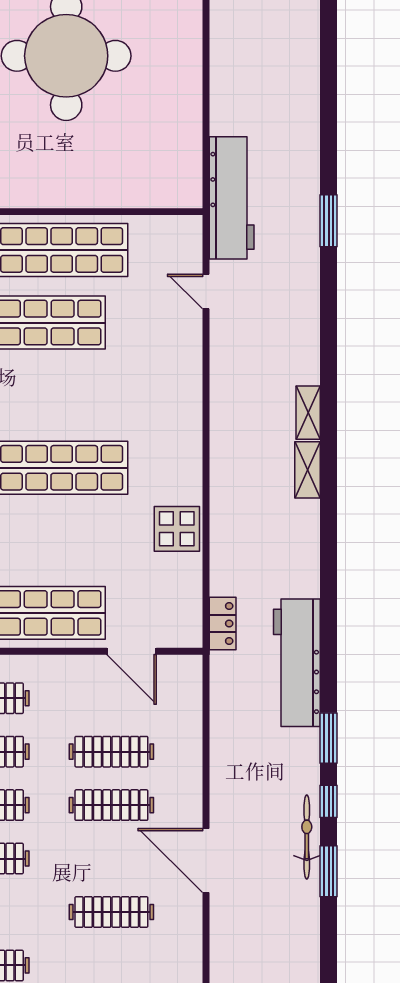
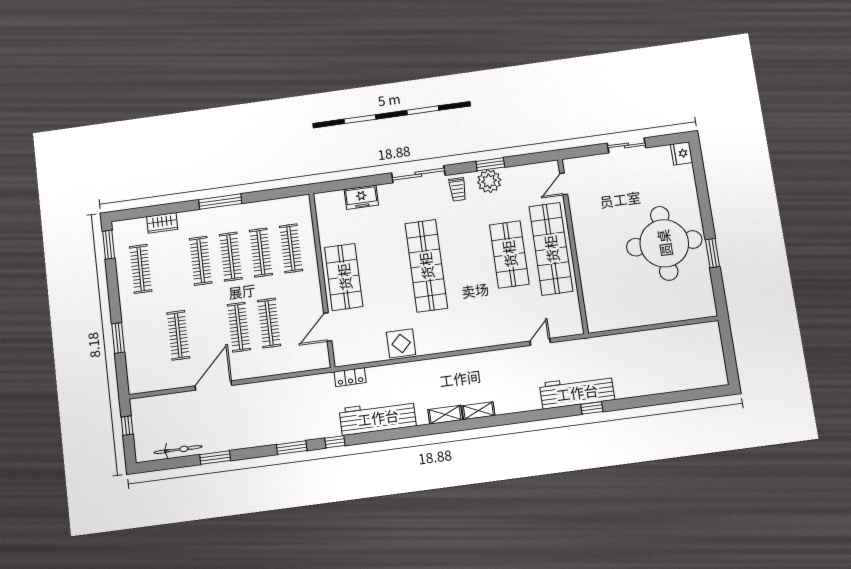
workbench: (232, 198) -> (577, 392), moved, turned 180
window: (329, 221) -> (592, 408), width x0.67
workbench: (297, 663) -> (378, 417), moved
window: (329, 801) -> (335, 442), moved
bicycle: (307, 837) -> (178, 450), moved

